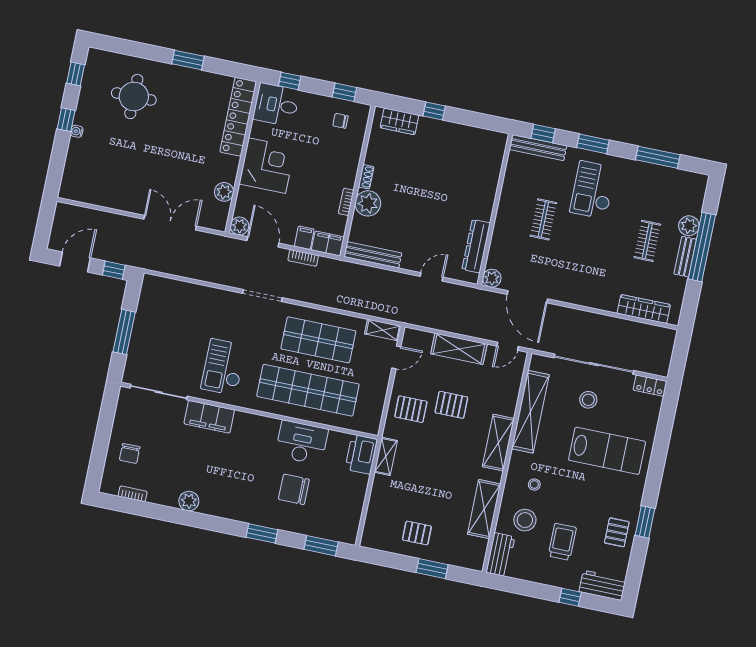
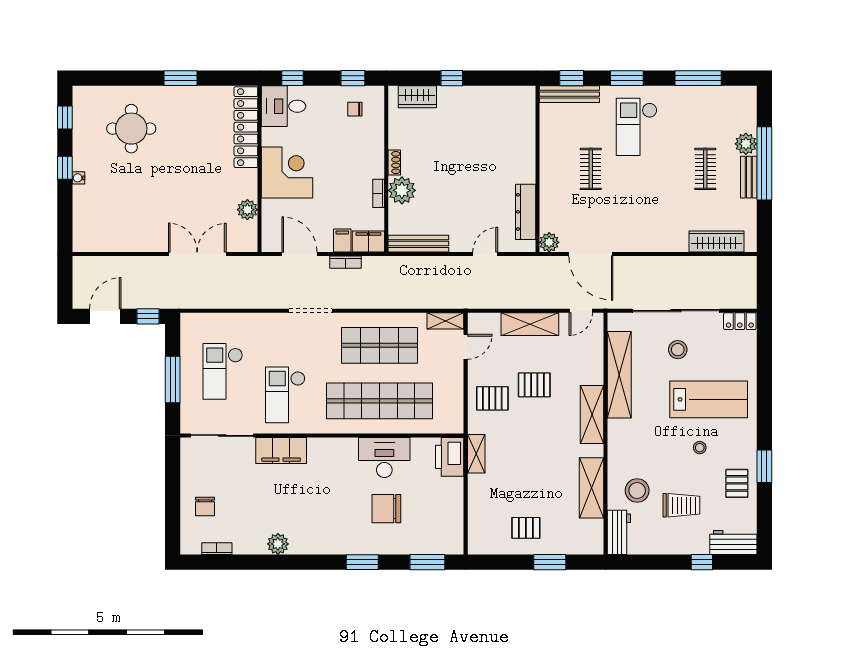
plant: (240, 226) -> (271, 242), removed
checkout: (171, 334) -> (223, 371), added
stool: (534, 485) -> (700, 448), moved
trolley: (562, 542) -> (681, 505), turned 90

